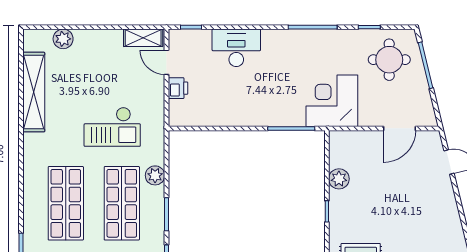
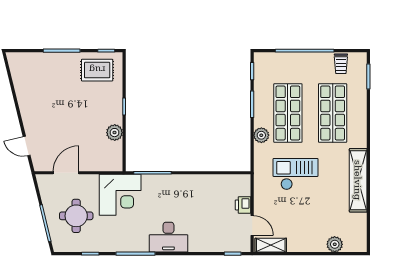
desk: (236, 48) -> (168, 237), moved
round table: (389, 60) -> (76, 216), moved
shelving: (34, 92) -> (358, 180), moved

